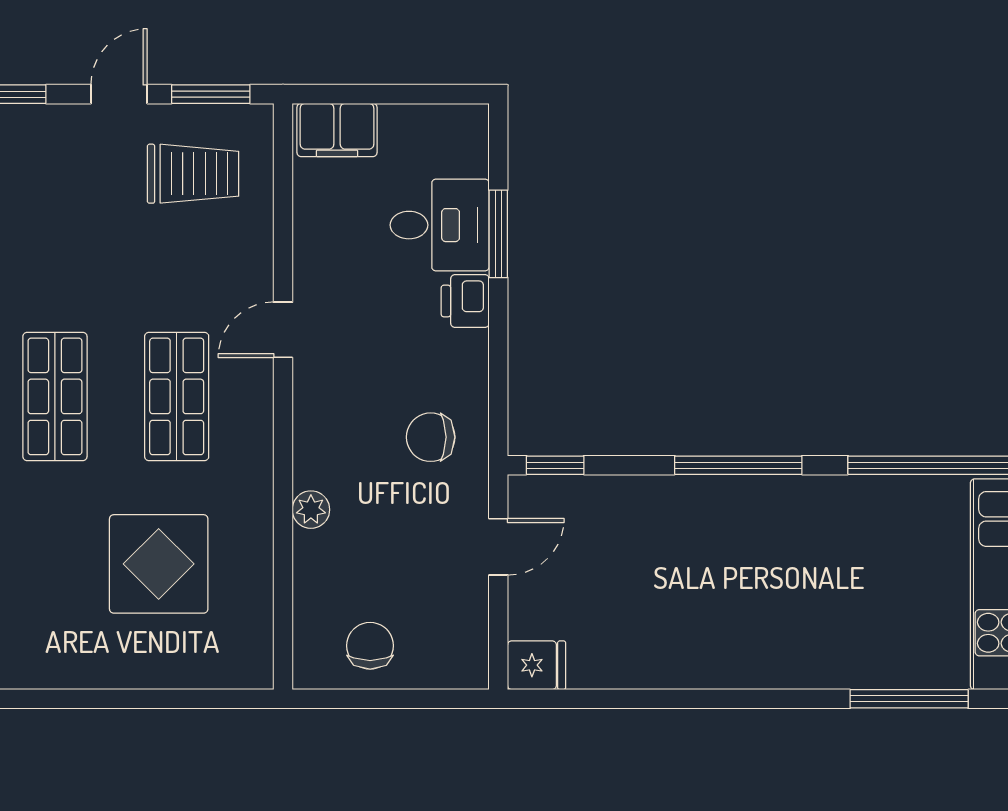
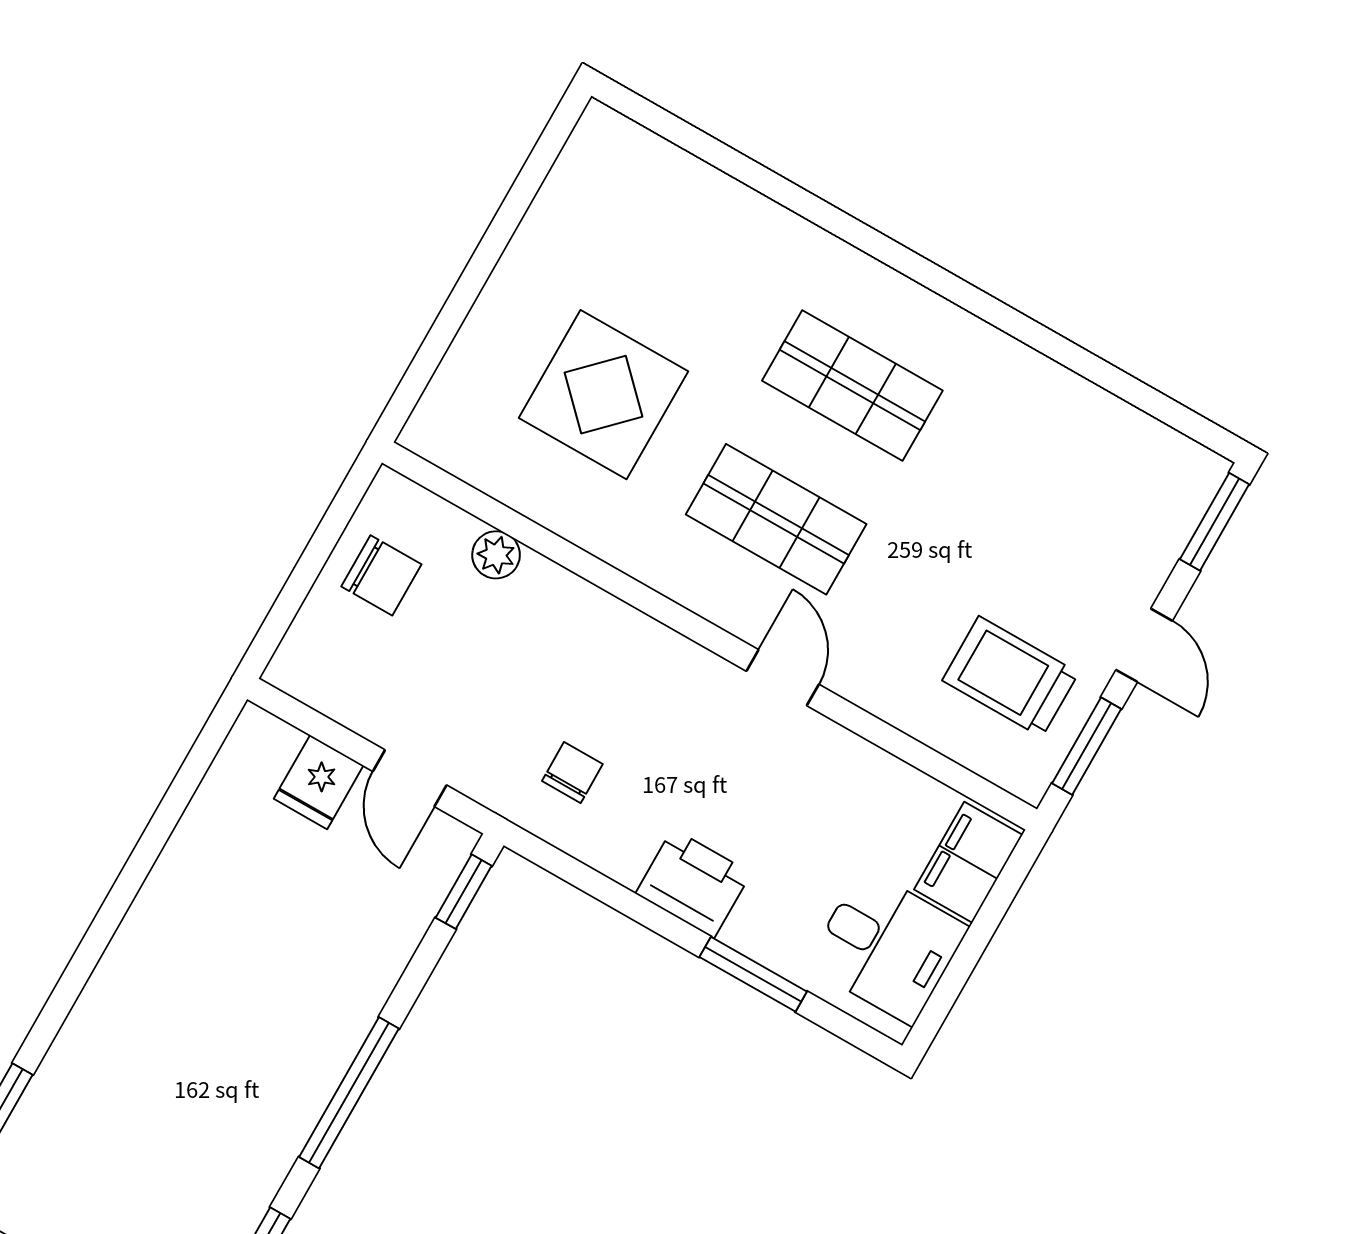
trolley: (193, 174) -> (1010, 677), turned 90
desk: (440, 225) -> (887, 946), moved, turned -90
printer: (465, 301) -> (693, 883), width x1.36, depth x1.24
chair: (431, 437) -> (572, 773), width x0.73, depth x0.73
plant: (311, 510) -> (496, 555), moved
fridge: (537, 665) -> (319, 782), moved

